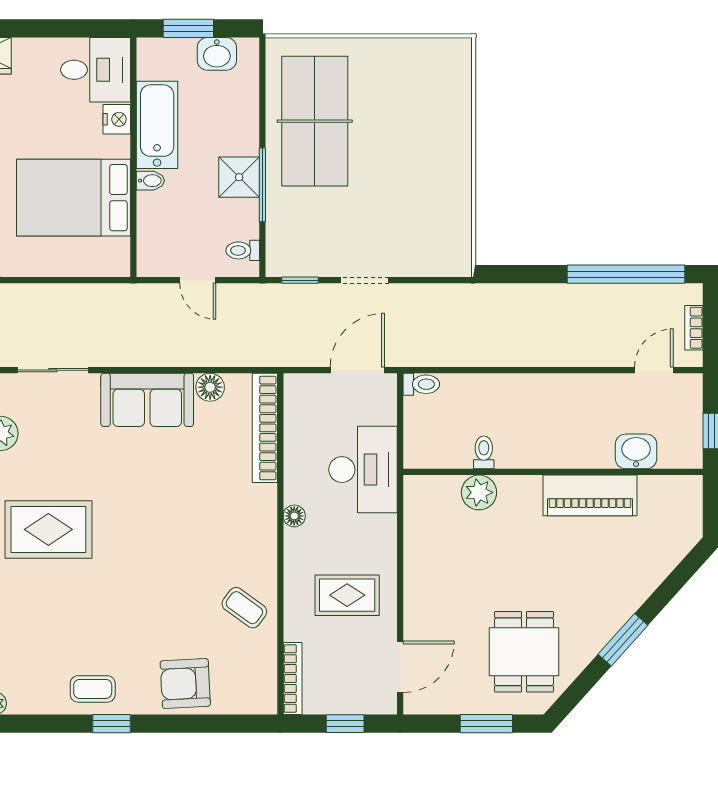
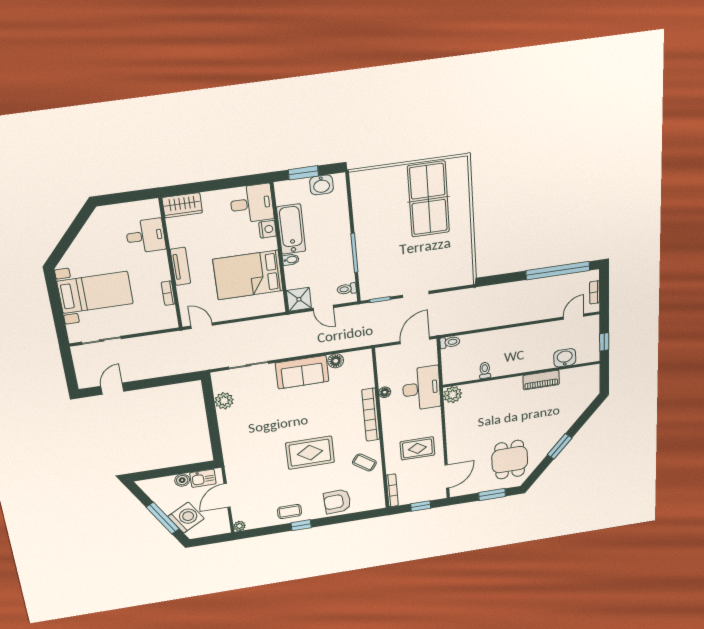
table tennis table: (315, 121) -> (428, 199), moved
shower: (239, 177) -> (299, 299), moved
bookcase: (265, 428) -> (371, 415), moved
plant: (479, 492) -> (453, 395), moved
piano: (590, 495) -> (541, 380), width x0.73, depth x0.75
floor lamp: (294, 516) -> (385, 392), moved
rug: (48, 529) -> (310, 453), moved

